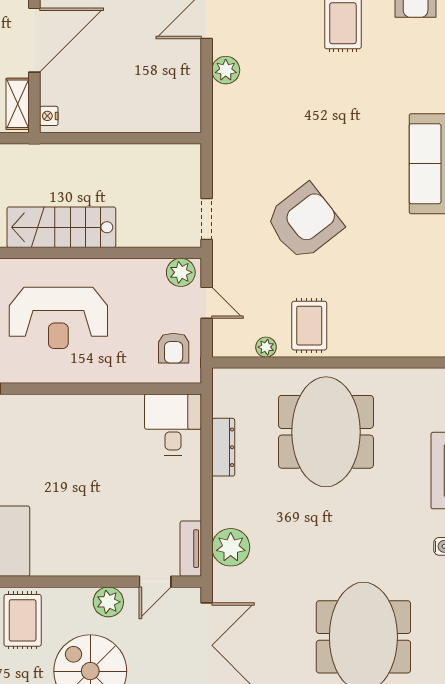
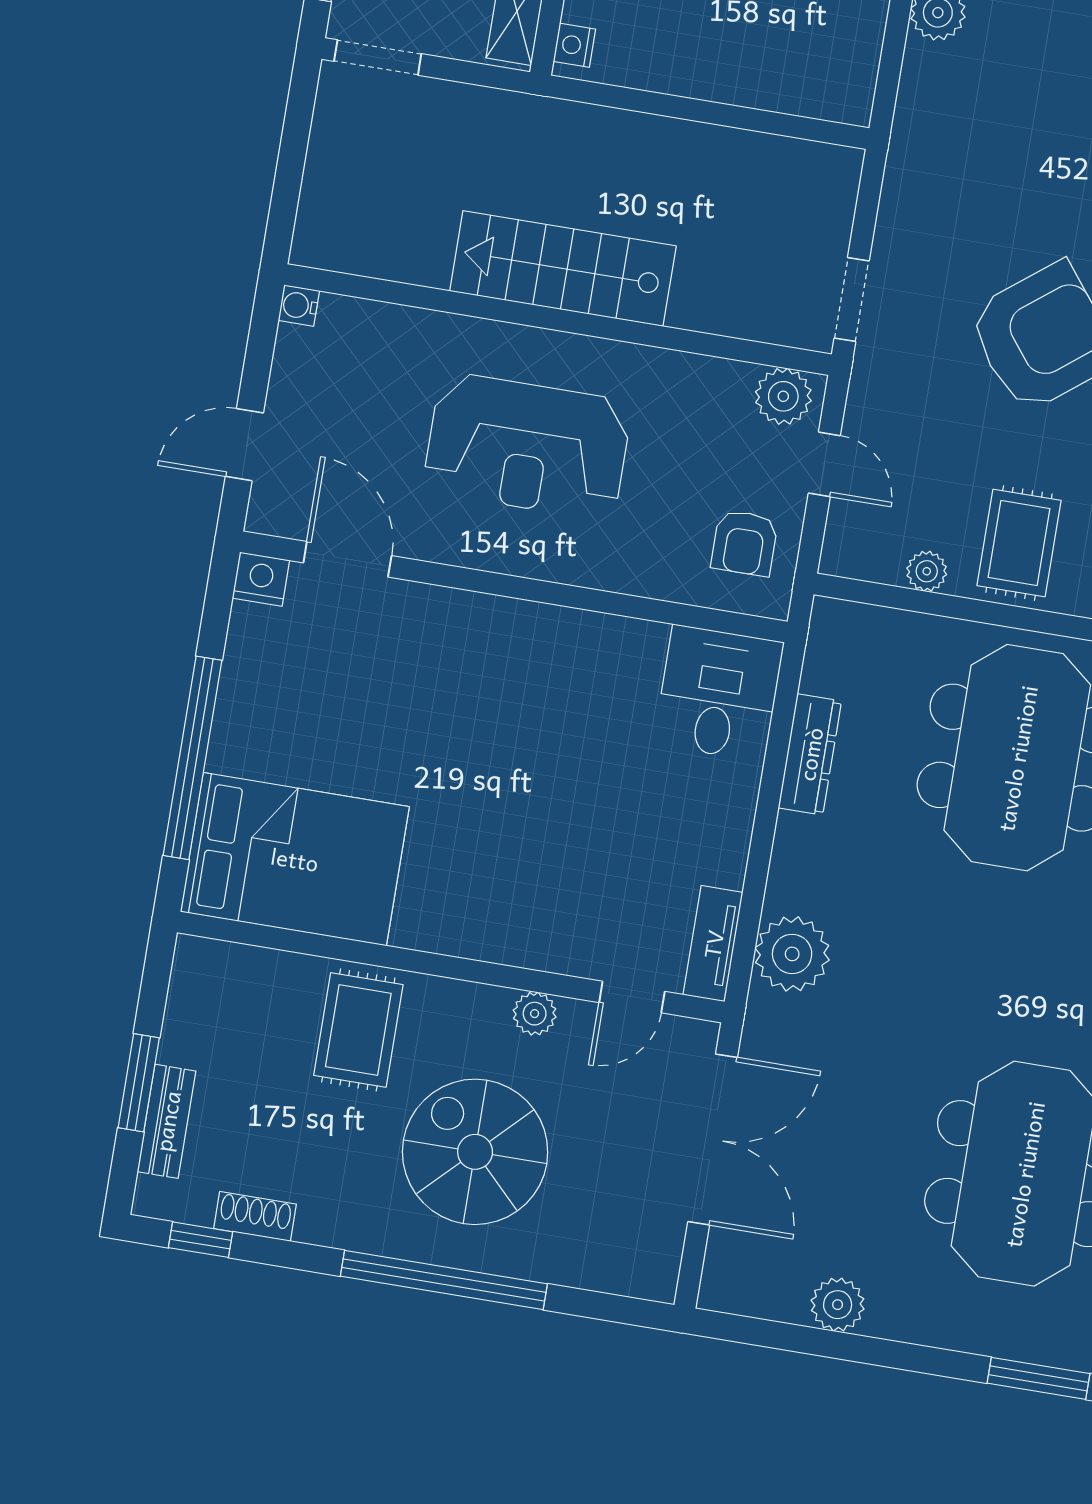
plant: (108, 602) -> (535, 1014), width x0.73, depth x0.73

